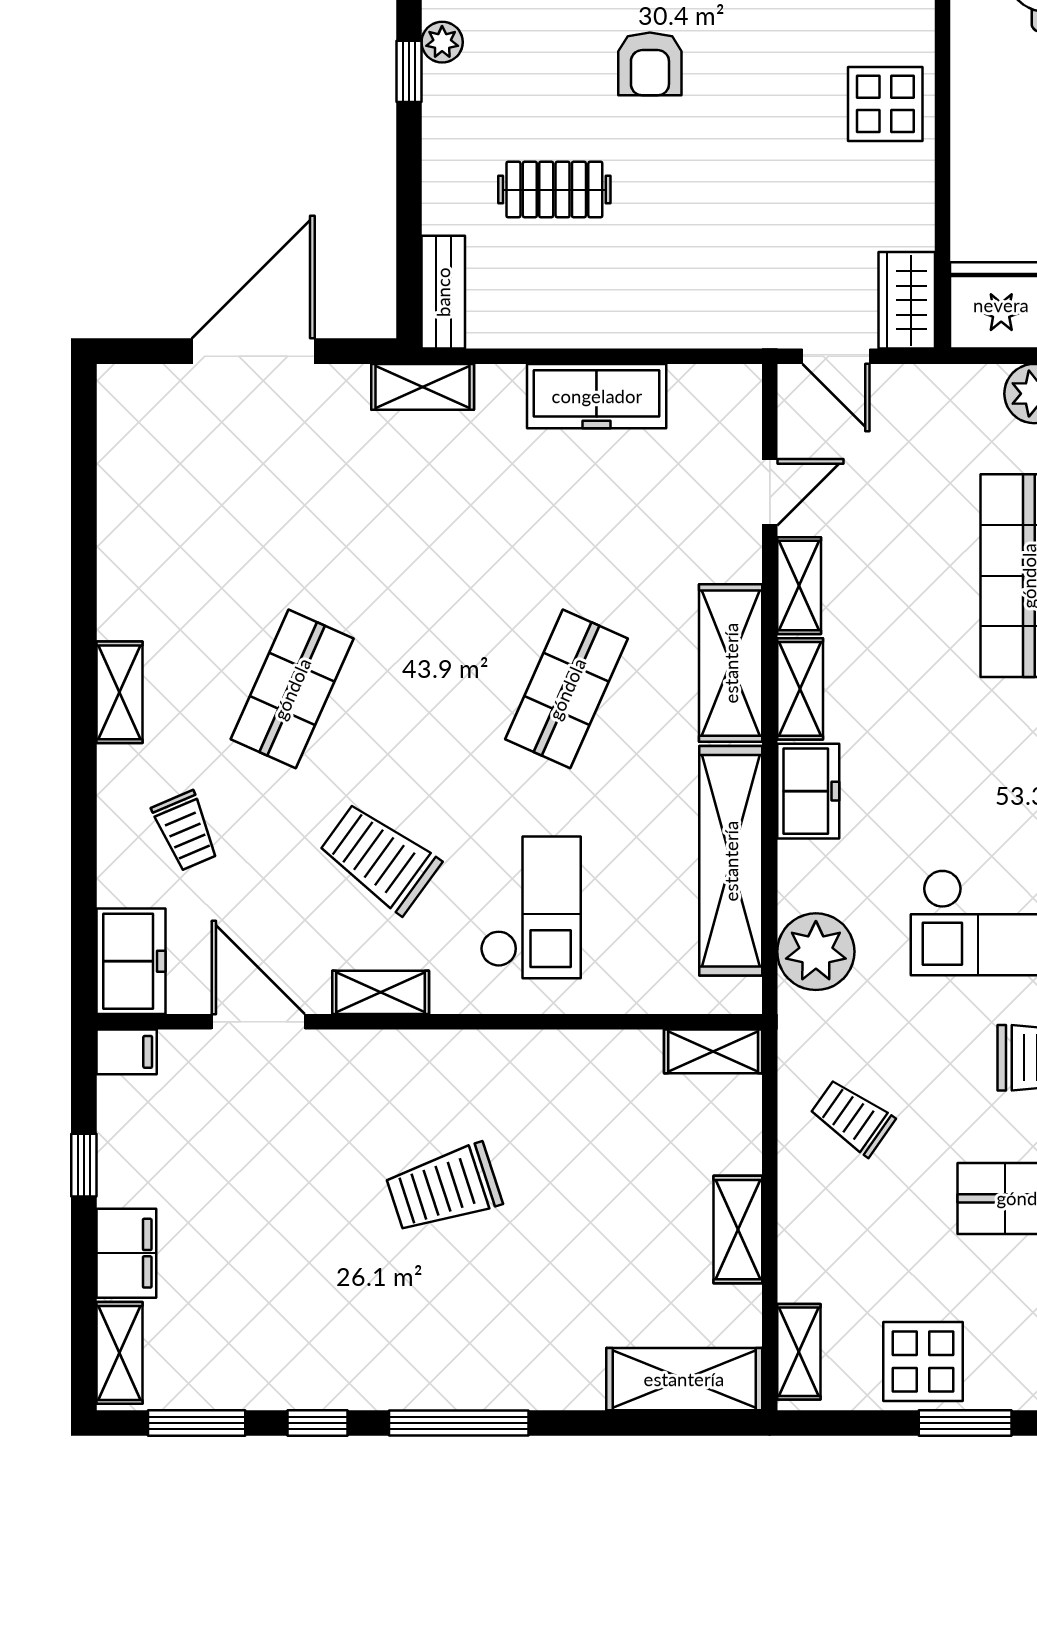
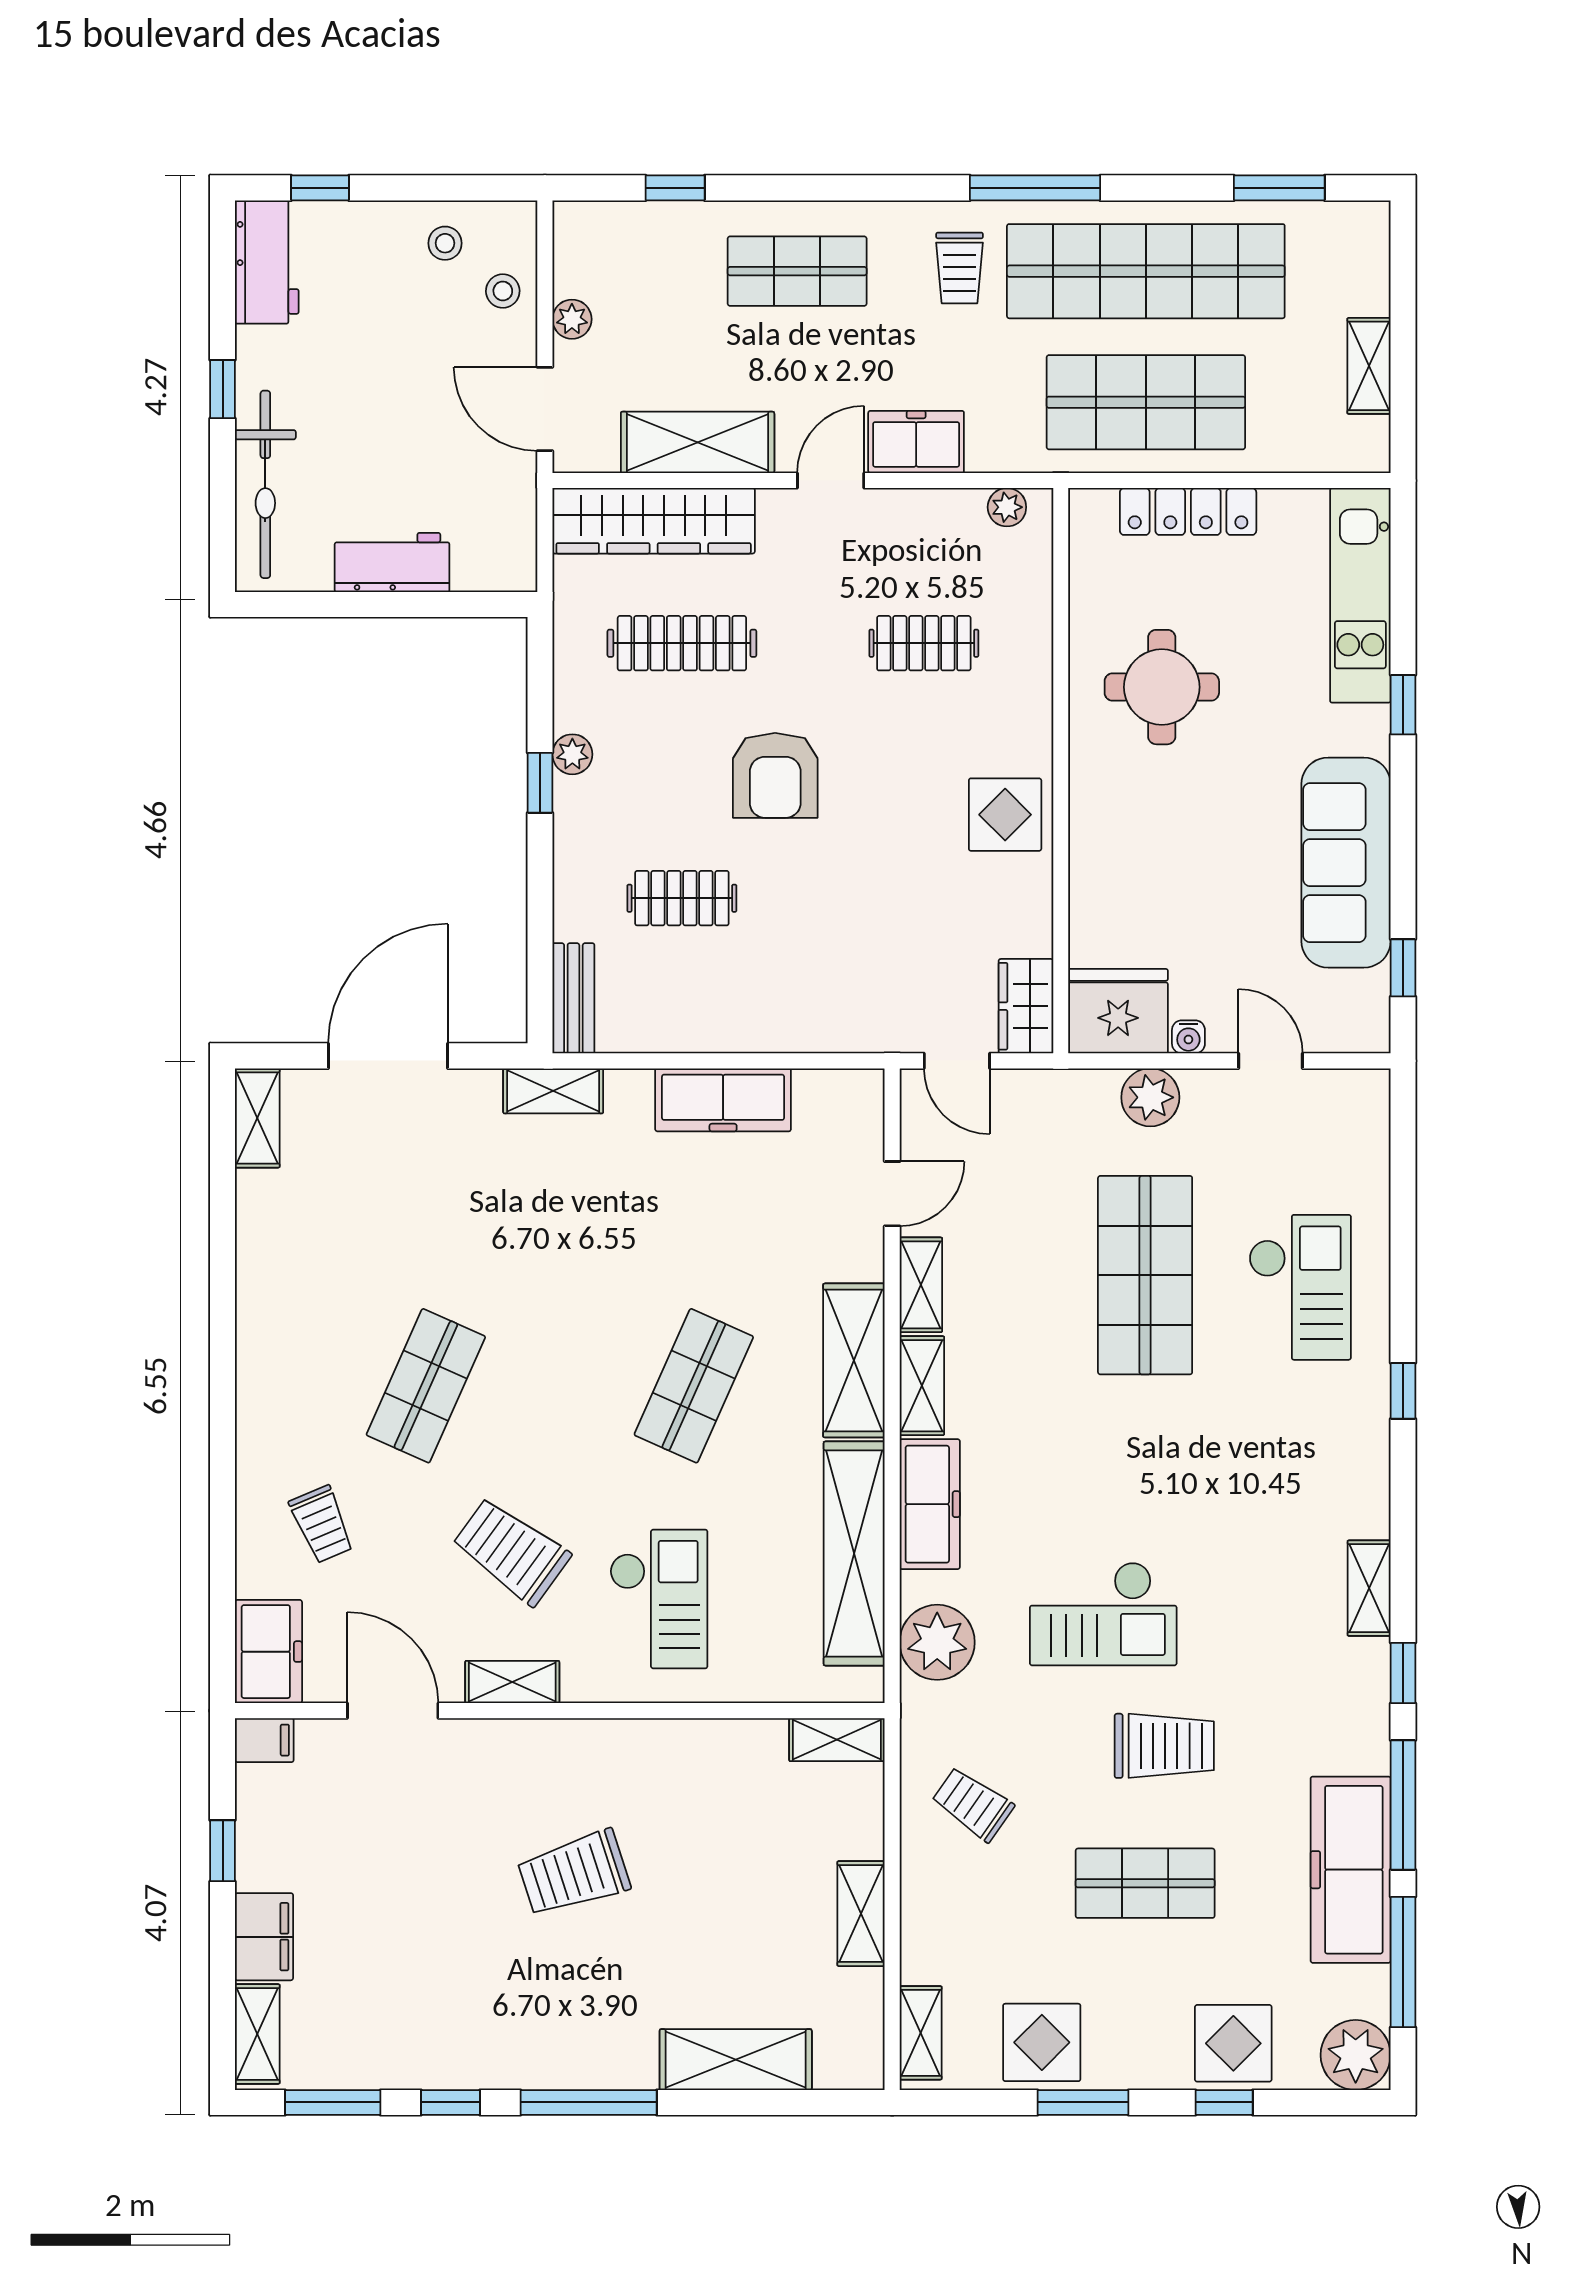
armchair: (650, 64) -> (775, 775), width x1.38, depth x1.38
shelving: (119, 692) -> (257, 1118), moved
freezer: (808, 791) -> (930, 1504), width x1.40
shelving: (684, 1379) -> (736, 2060), moved

